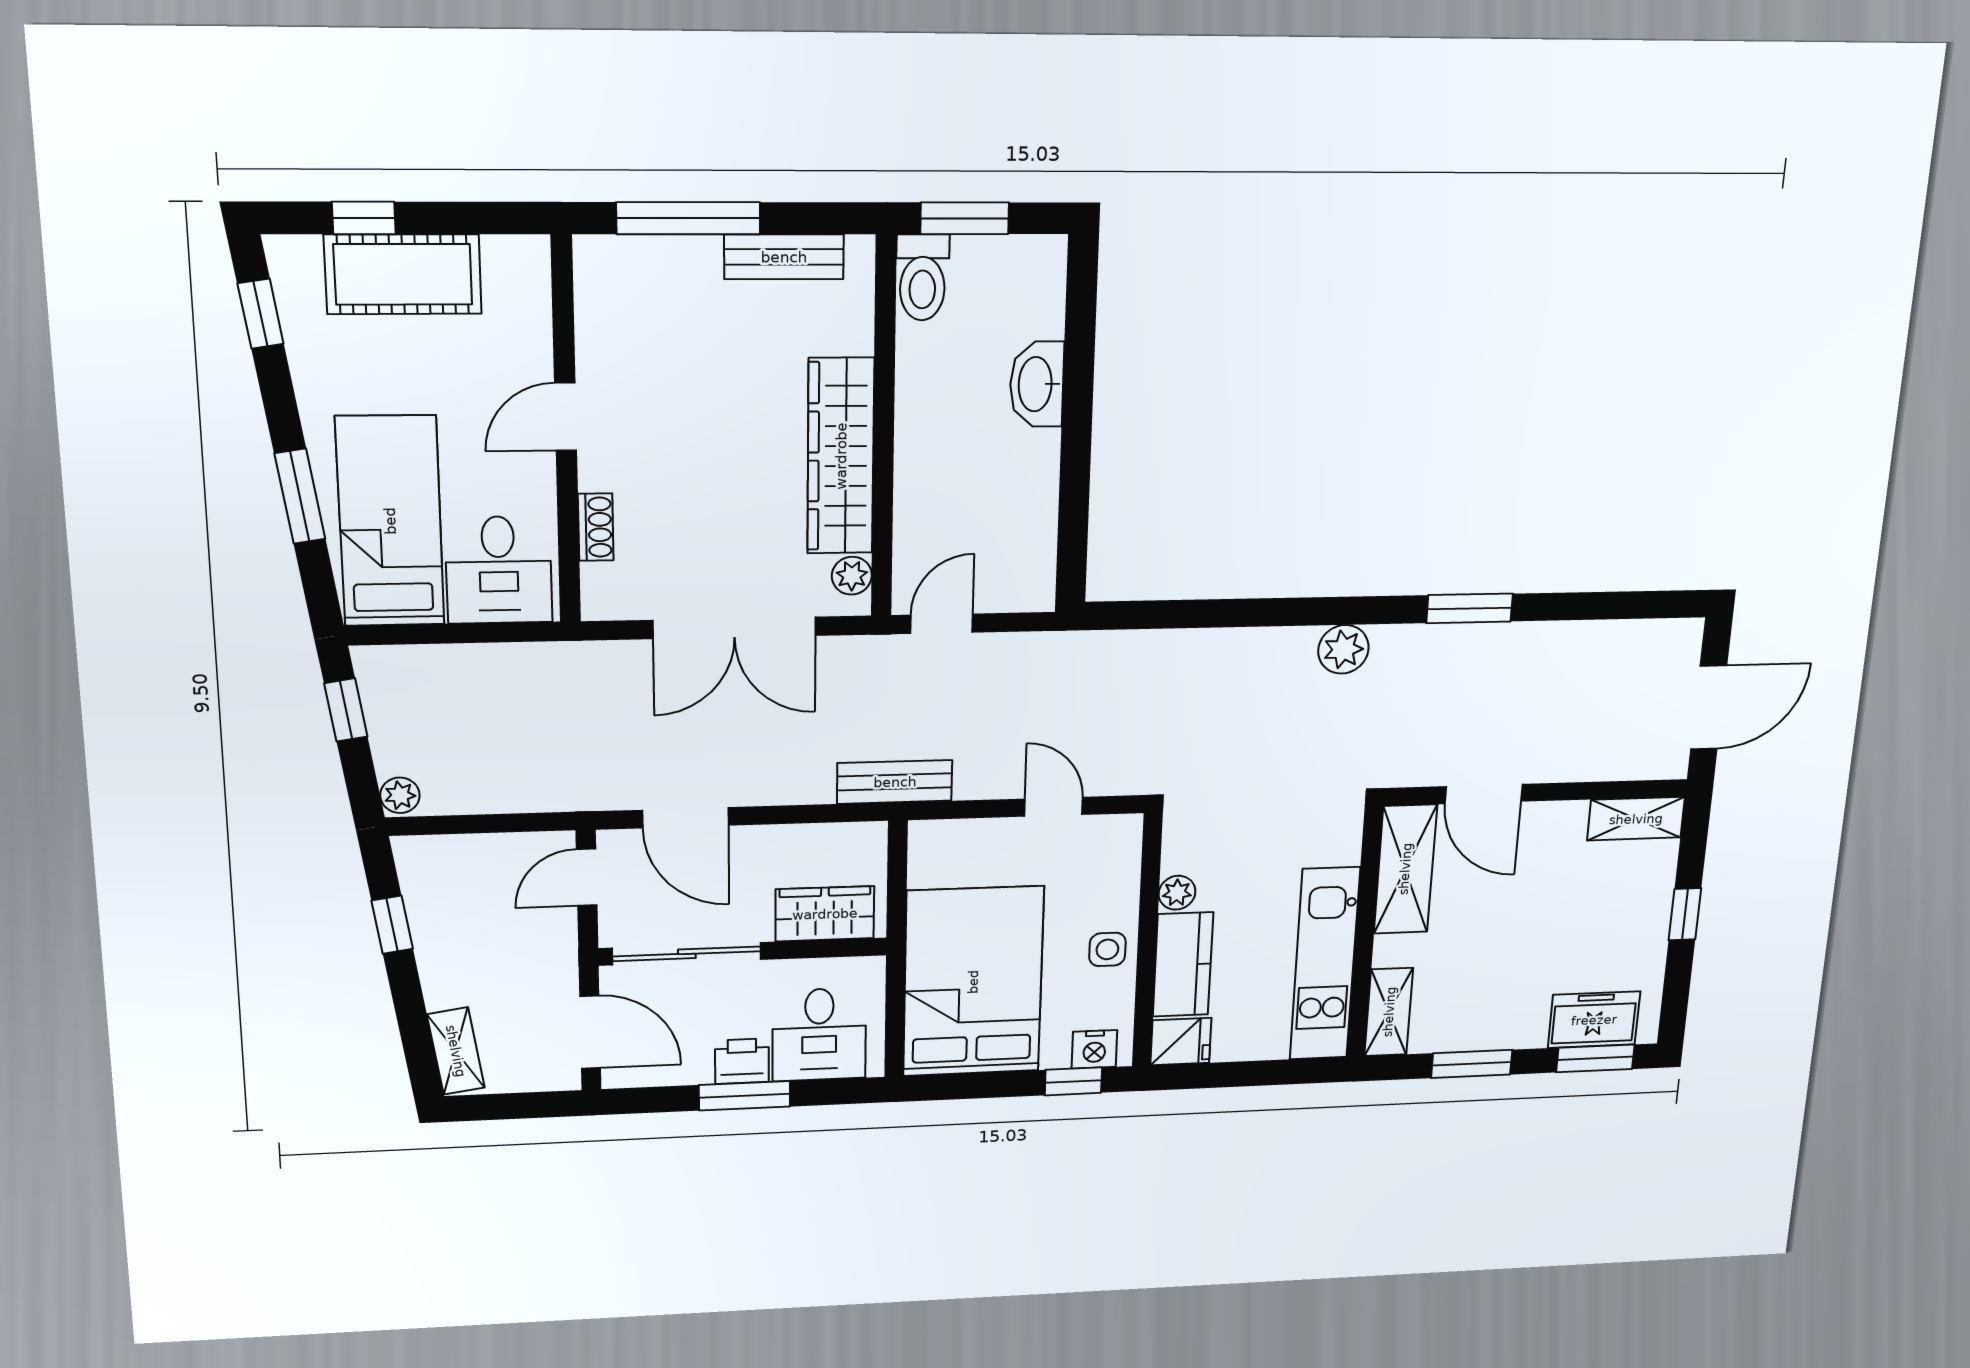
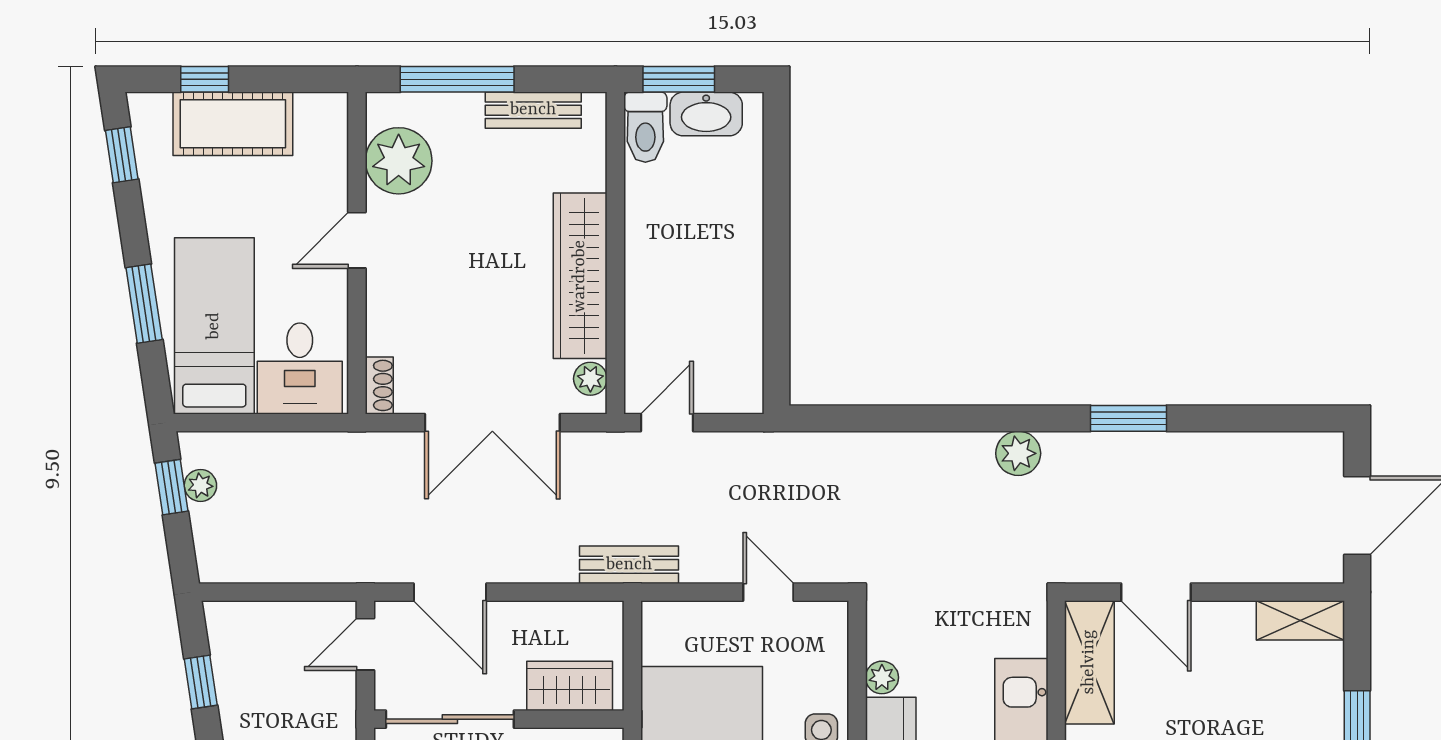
plant: (616, 320) -> (399, 161), added
washbasin: (1037, 384) -> (706, 114), moved, turned -90
shoe rack: (596, 527) -> (379, 385), moved
plant: (400, 795) -> (200, 485), moved

